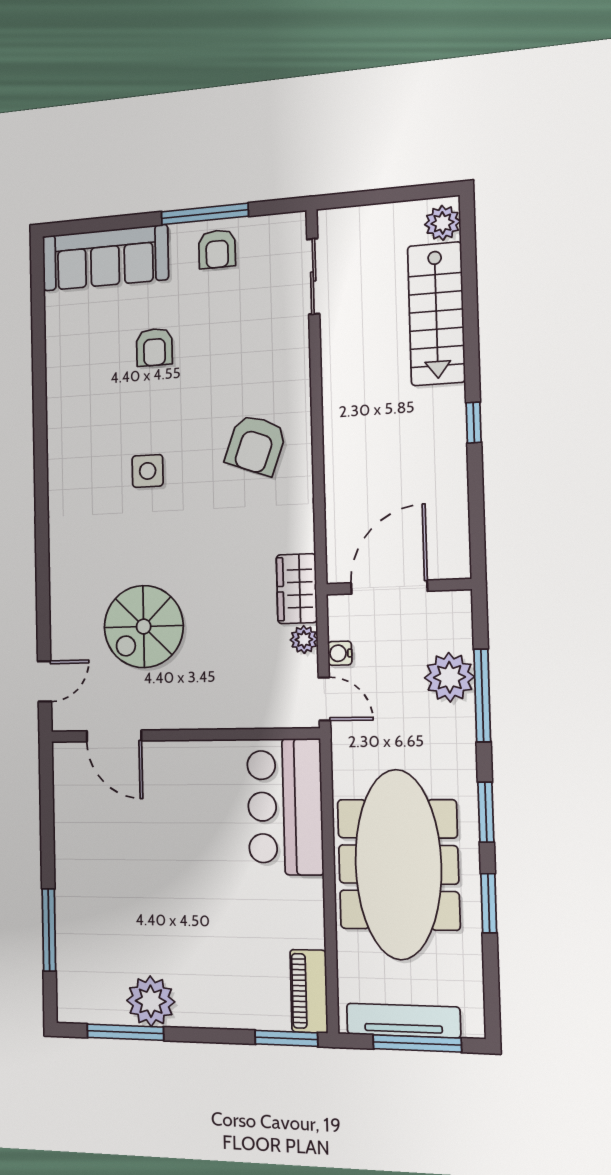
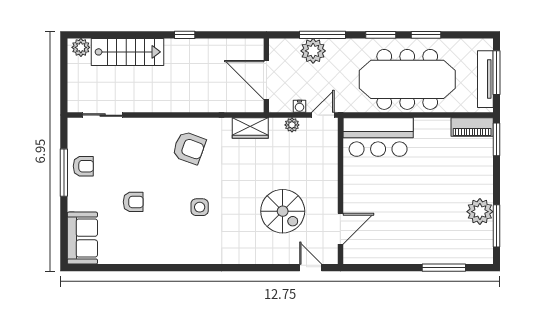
sofa: (105, 258) -> (82, 238), width x0.73
wardrobe: (297, 589) -> (250, 128), moved

